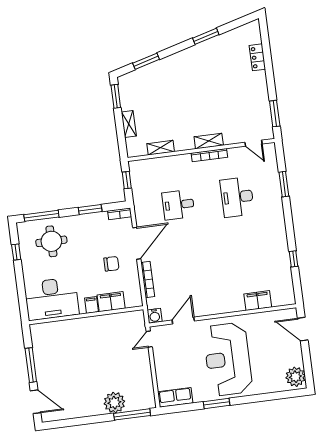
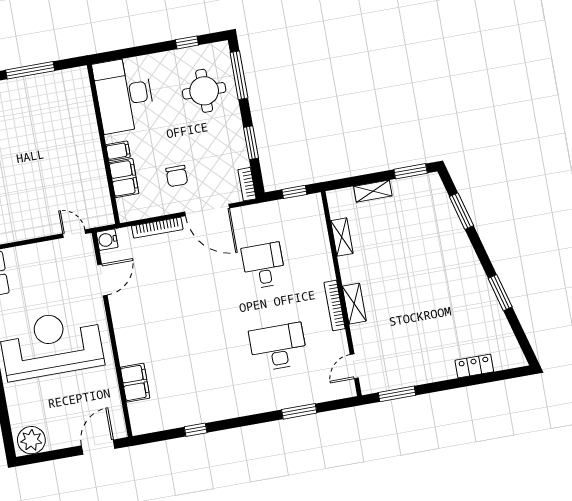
door: (183, 321) -> (102, 280), hinge flipped

